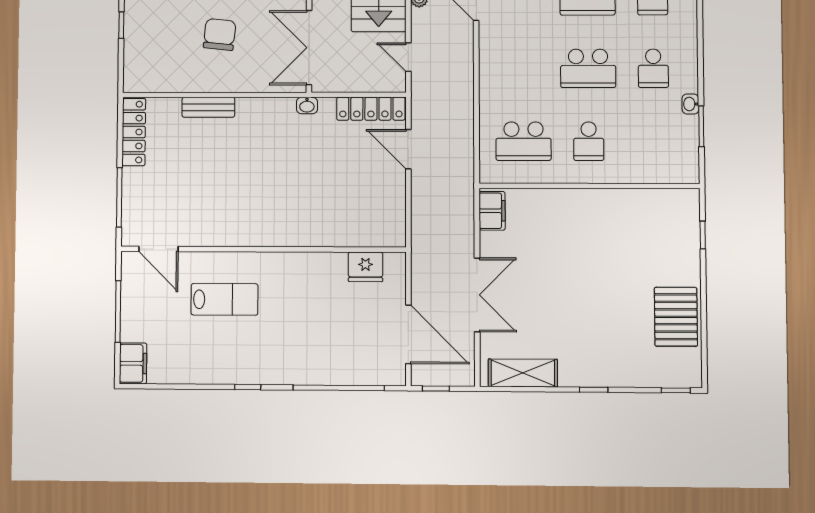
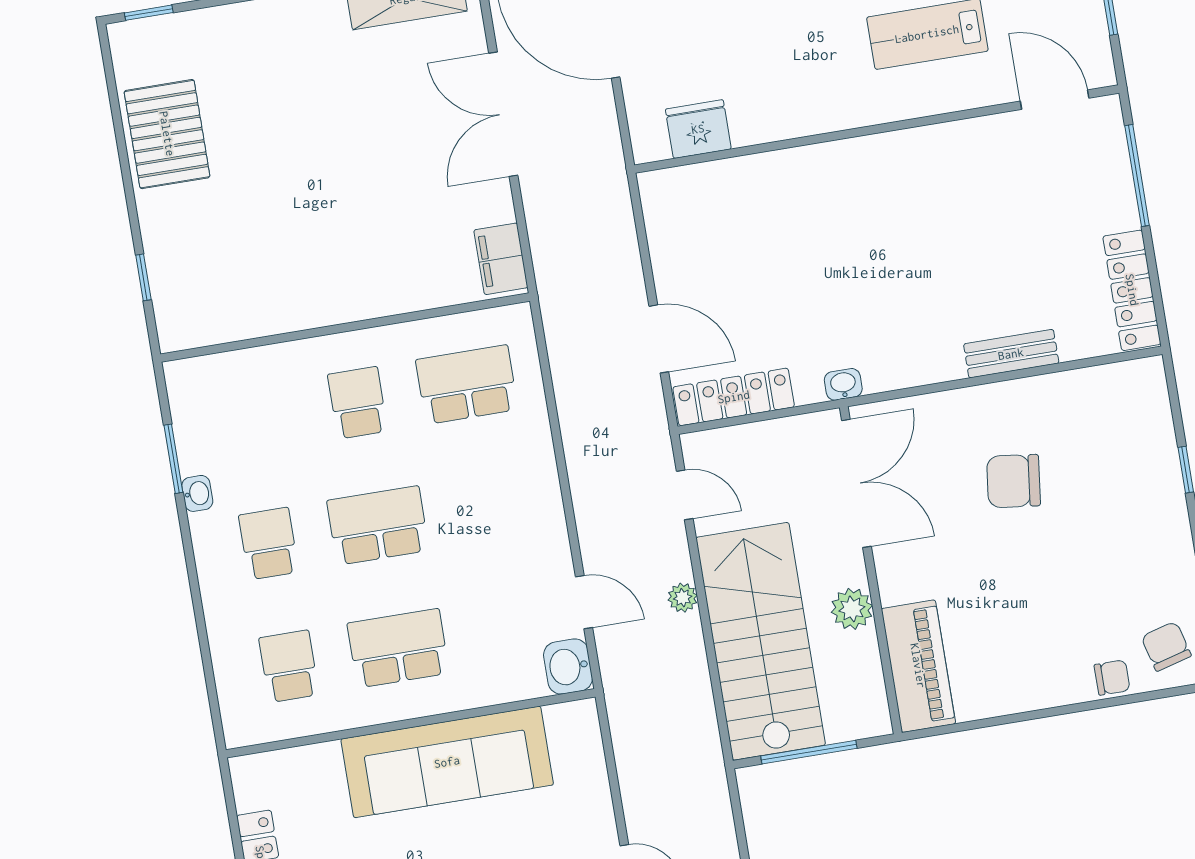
chair: (220, 34) -> (1014, 481), turned 91

